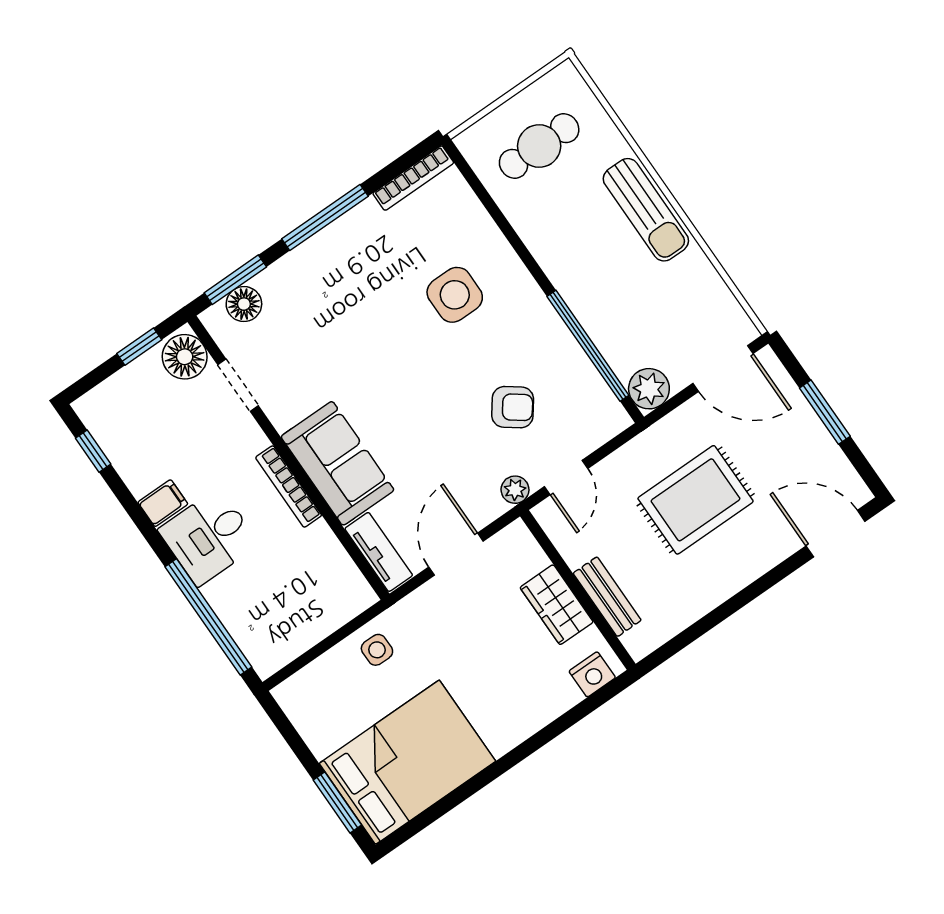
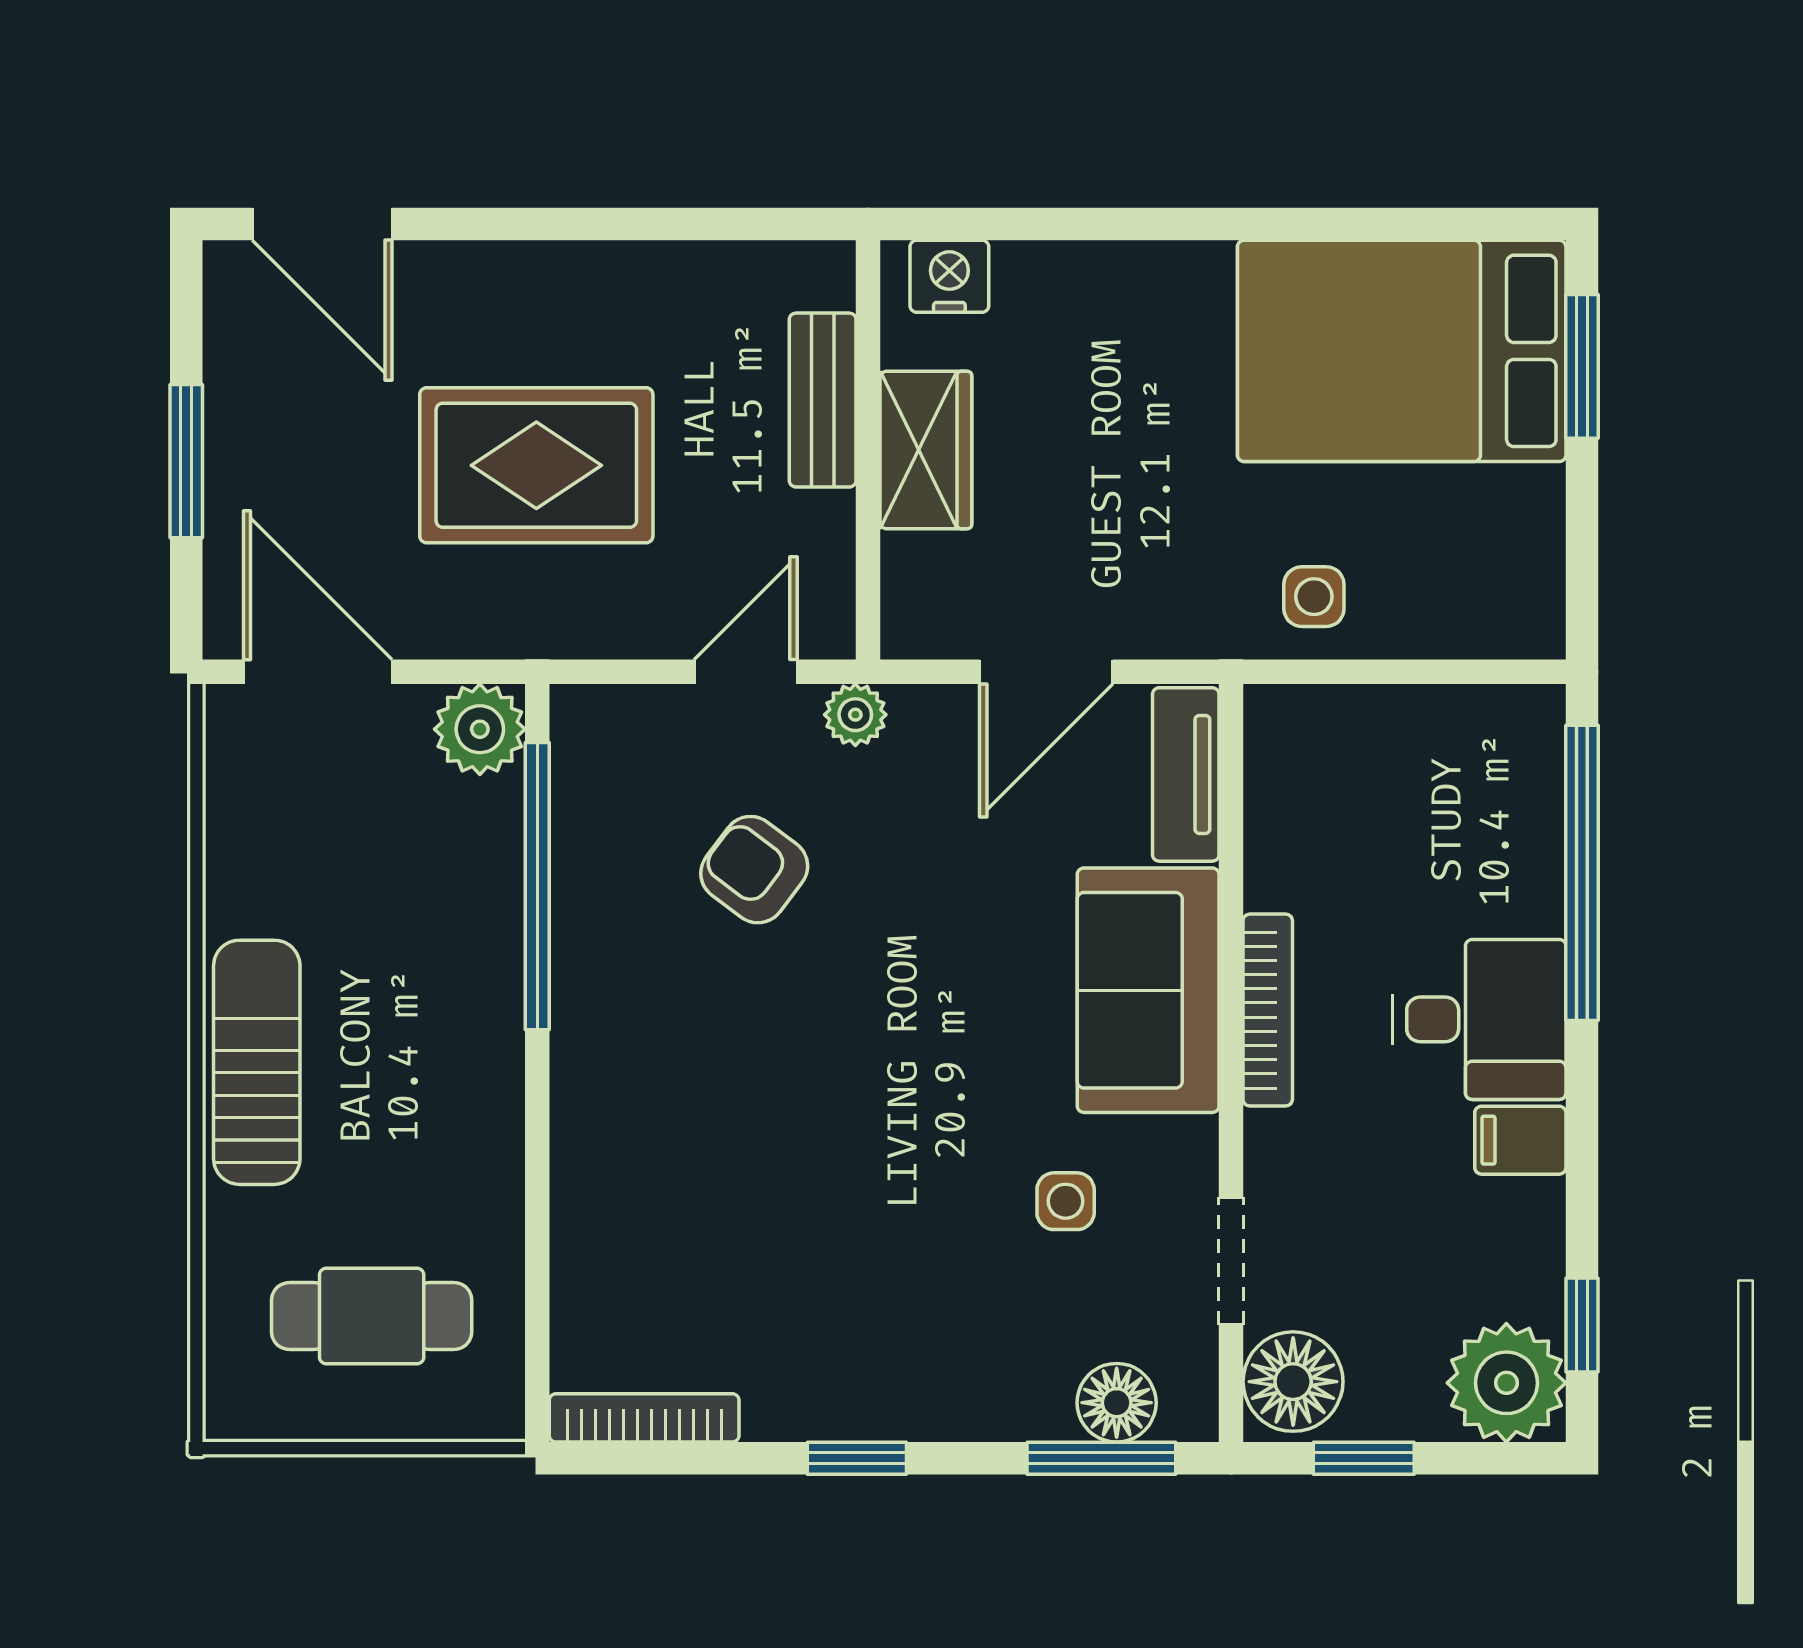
window: (325, 218) -> (857, 1458), width x0.46
side table: (455, 295) -> (1066, 1201), moved, width x0.54, depth x0.54
plant: (106, 411) -> (1506, 1383), added

